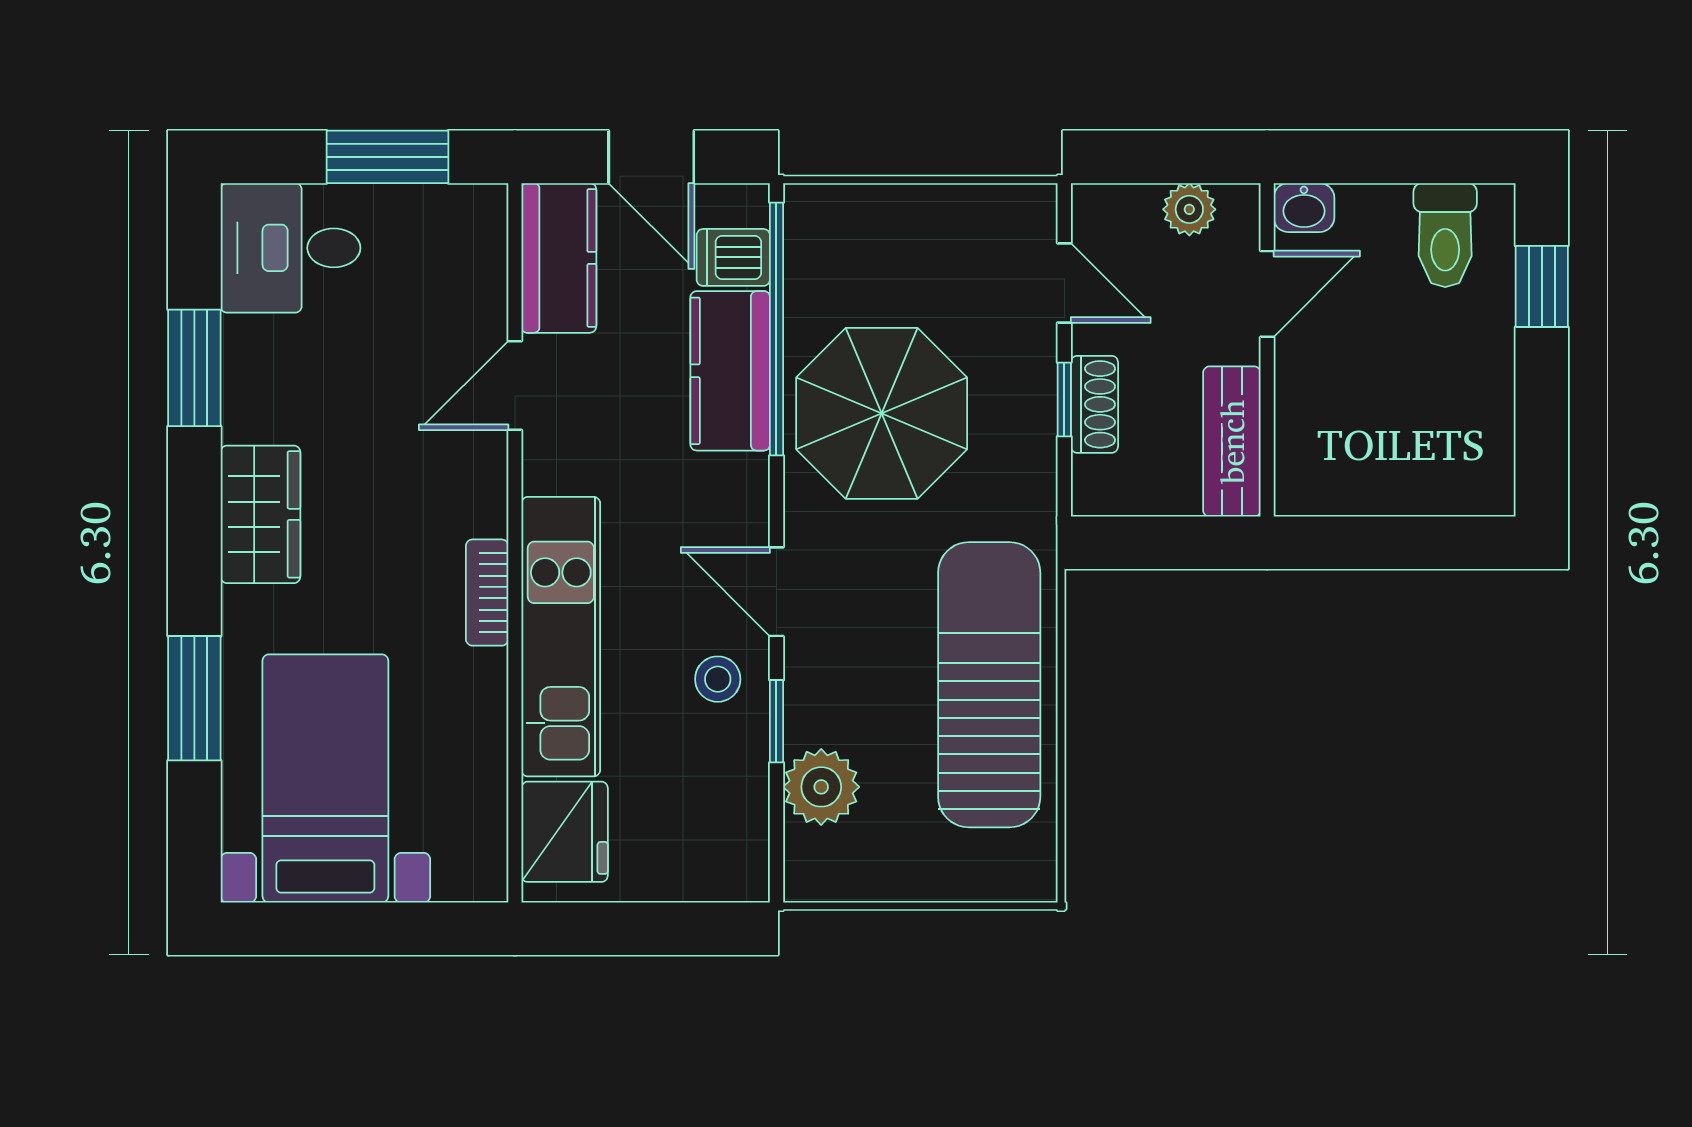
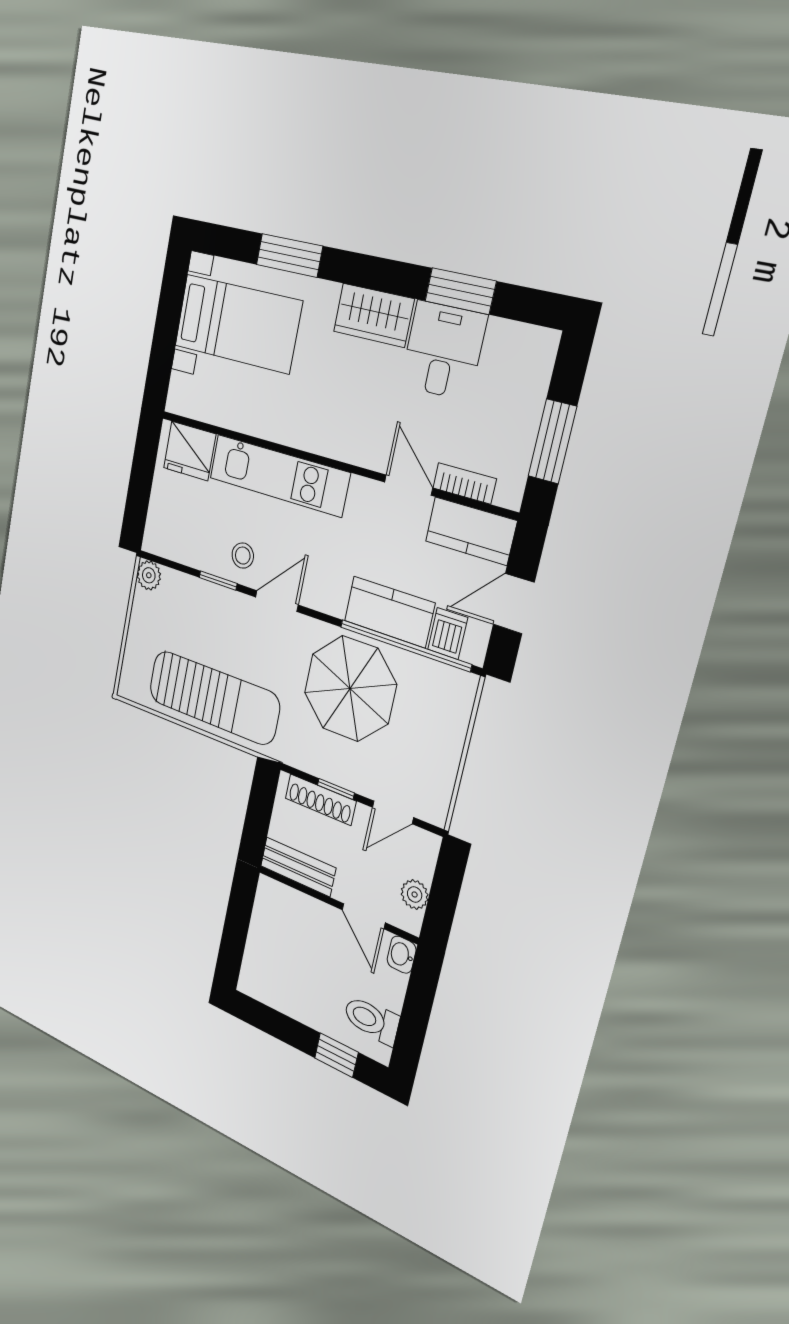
desk: (290, 248) -> (443, 351), moved
shoe rack: (1094, 404) -> (320, 800), width x1.43
bookcase: (487, 593) -> (464, 483), moved
plant: (821, 787) -> (149, 575), moved, width x0.73, depth x0.73

